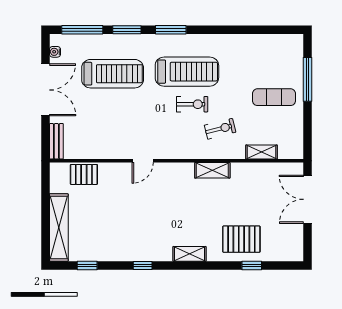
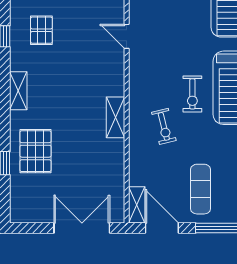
door: (307, 130) -> (162, 228), added
shelving: (262, 152) -> (137, 205), moved
pallet: (137, 234) -> (41, 30), added

